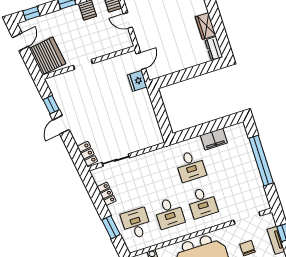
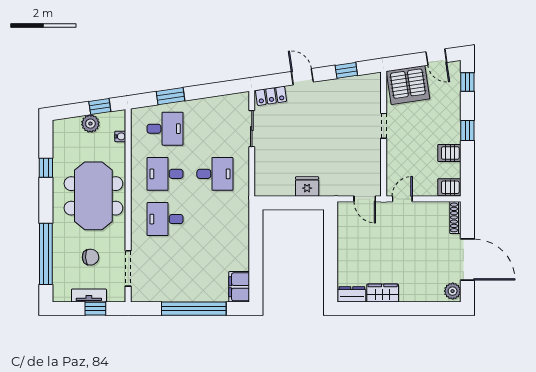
door: (128, 20) -> (402, 199), moved
fridge: (137, 81) -> (307, 187), moved
door: (61, 125) -> (302, 77), moved
filing cabinet: (214, 139) -> (239, 287), moved
desk: (191, 166) -> (215, 174), moved, turned 180
locker: (107, 194) -> (214, 104), removed

